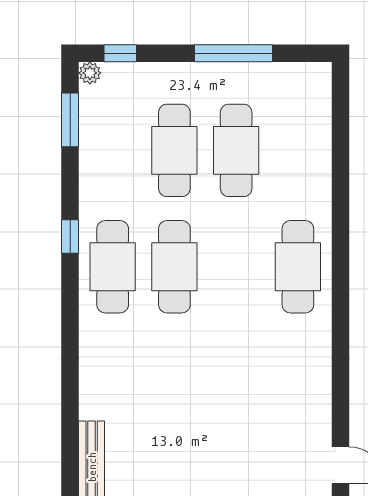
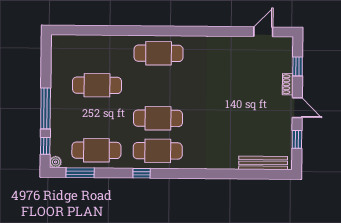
window: (234, 53) -> (46, 108), moved
cafe table: (174, 150) -> (96, 150), moved

